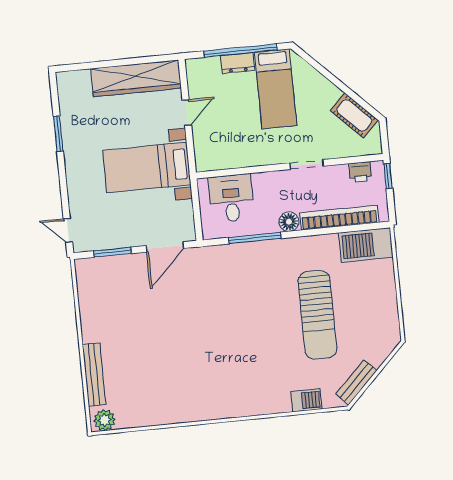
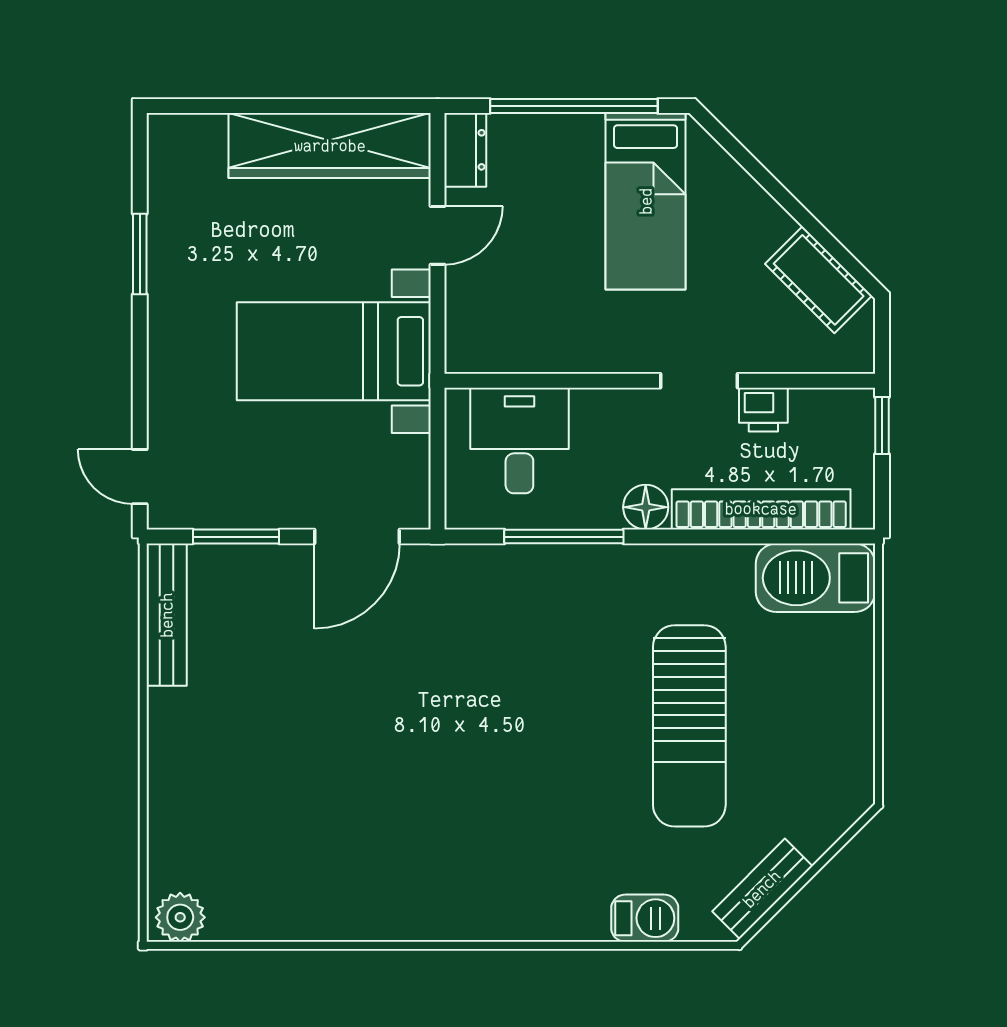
dresser: (238, 63) -> (465, 150), moved, turned -90
printer: (360, 172) -> (763, 410), moved
bench: (94, 375) -> (167, 615), moved

